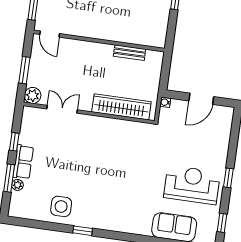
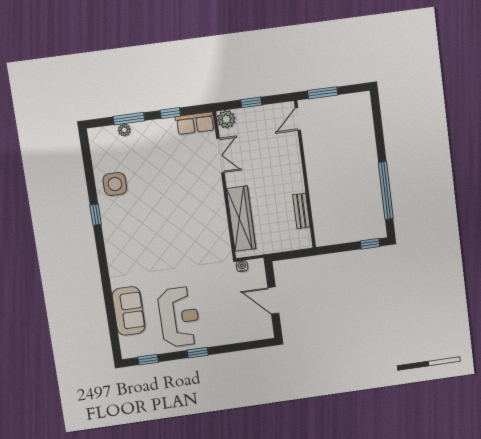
window: (24, 70) -> (251, 102), width x0.67
water cooler: (165, 102) -> (242, 266), moved
row of seats: (23, 162) -> (195, 123), moved

